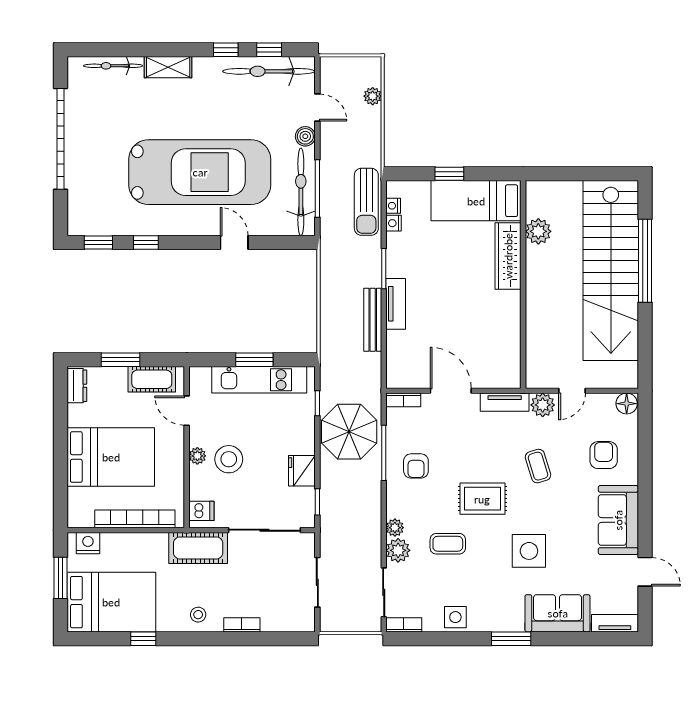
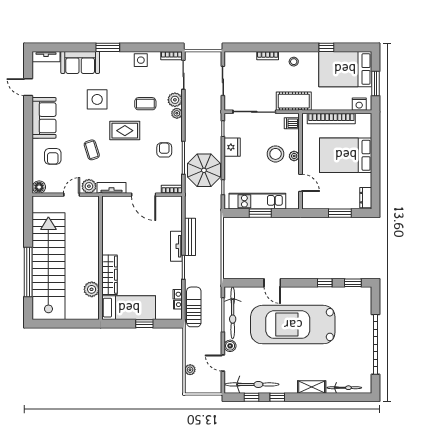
cot: (152, 379) -> (321, 201), removed

